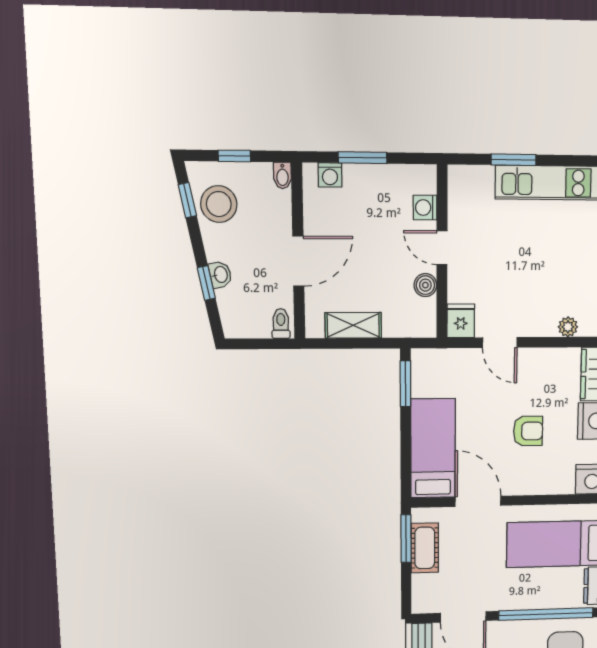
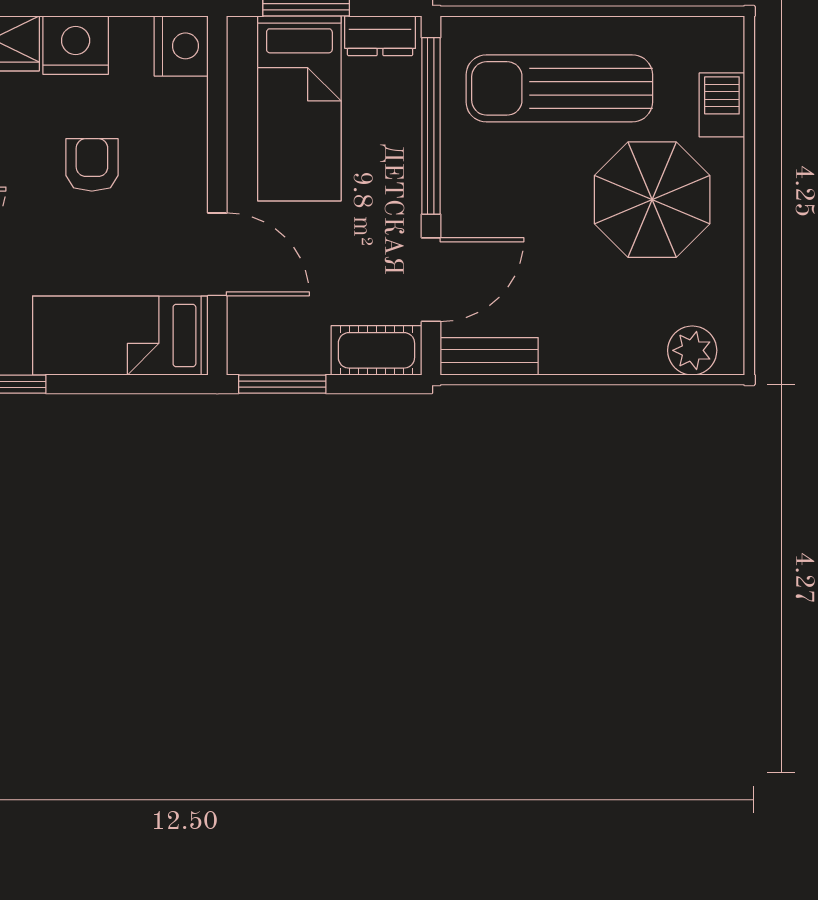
door: (478, 501) -> (217, 254), swing flipped
cot: (425, 548) -> (376, 350), moved

